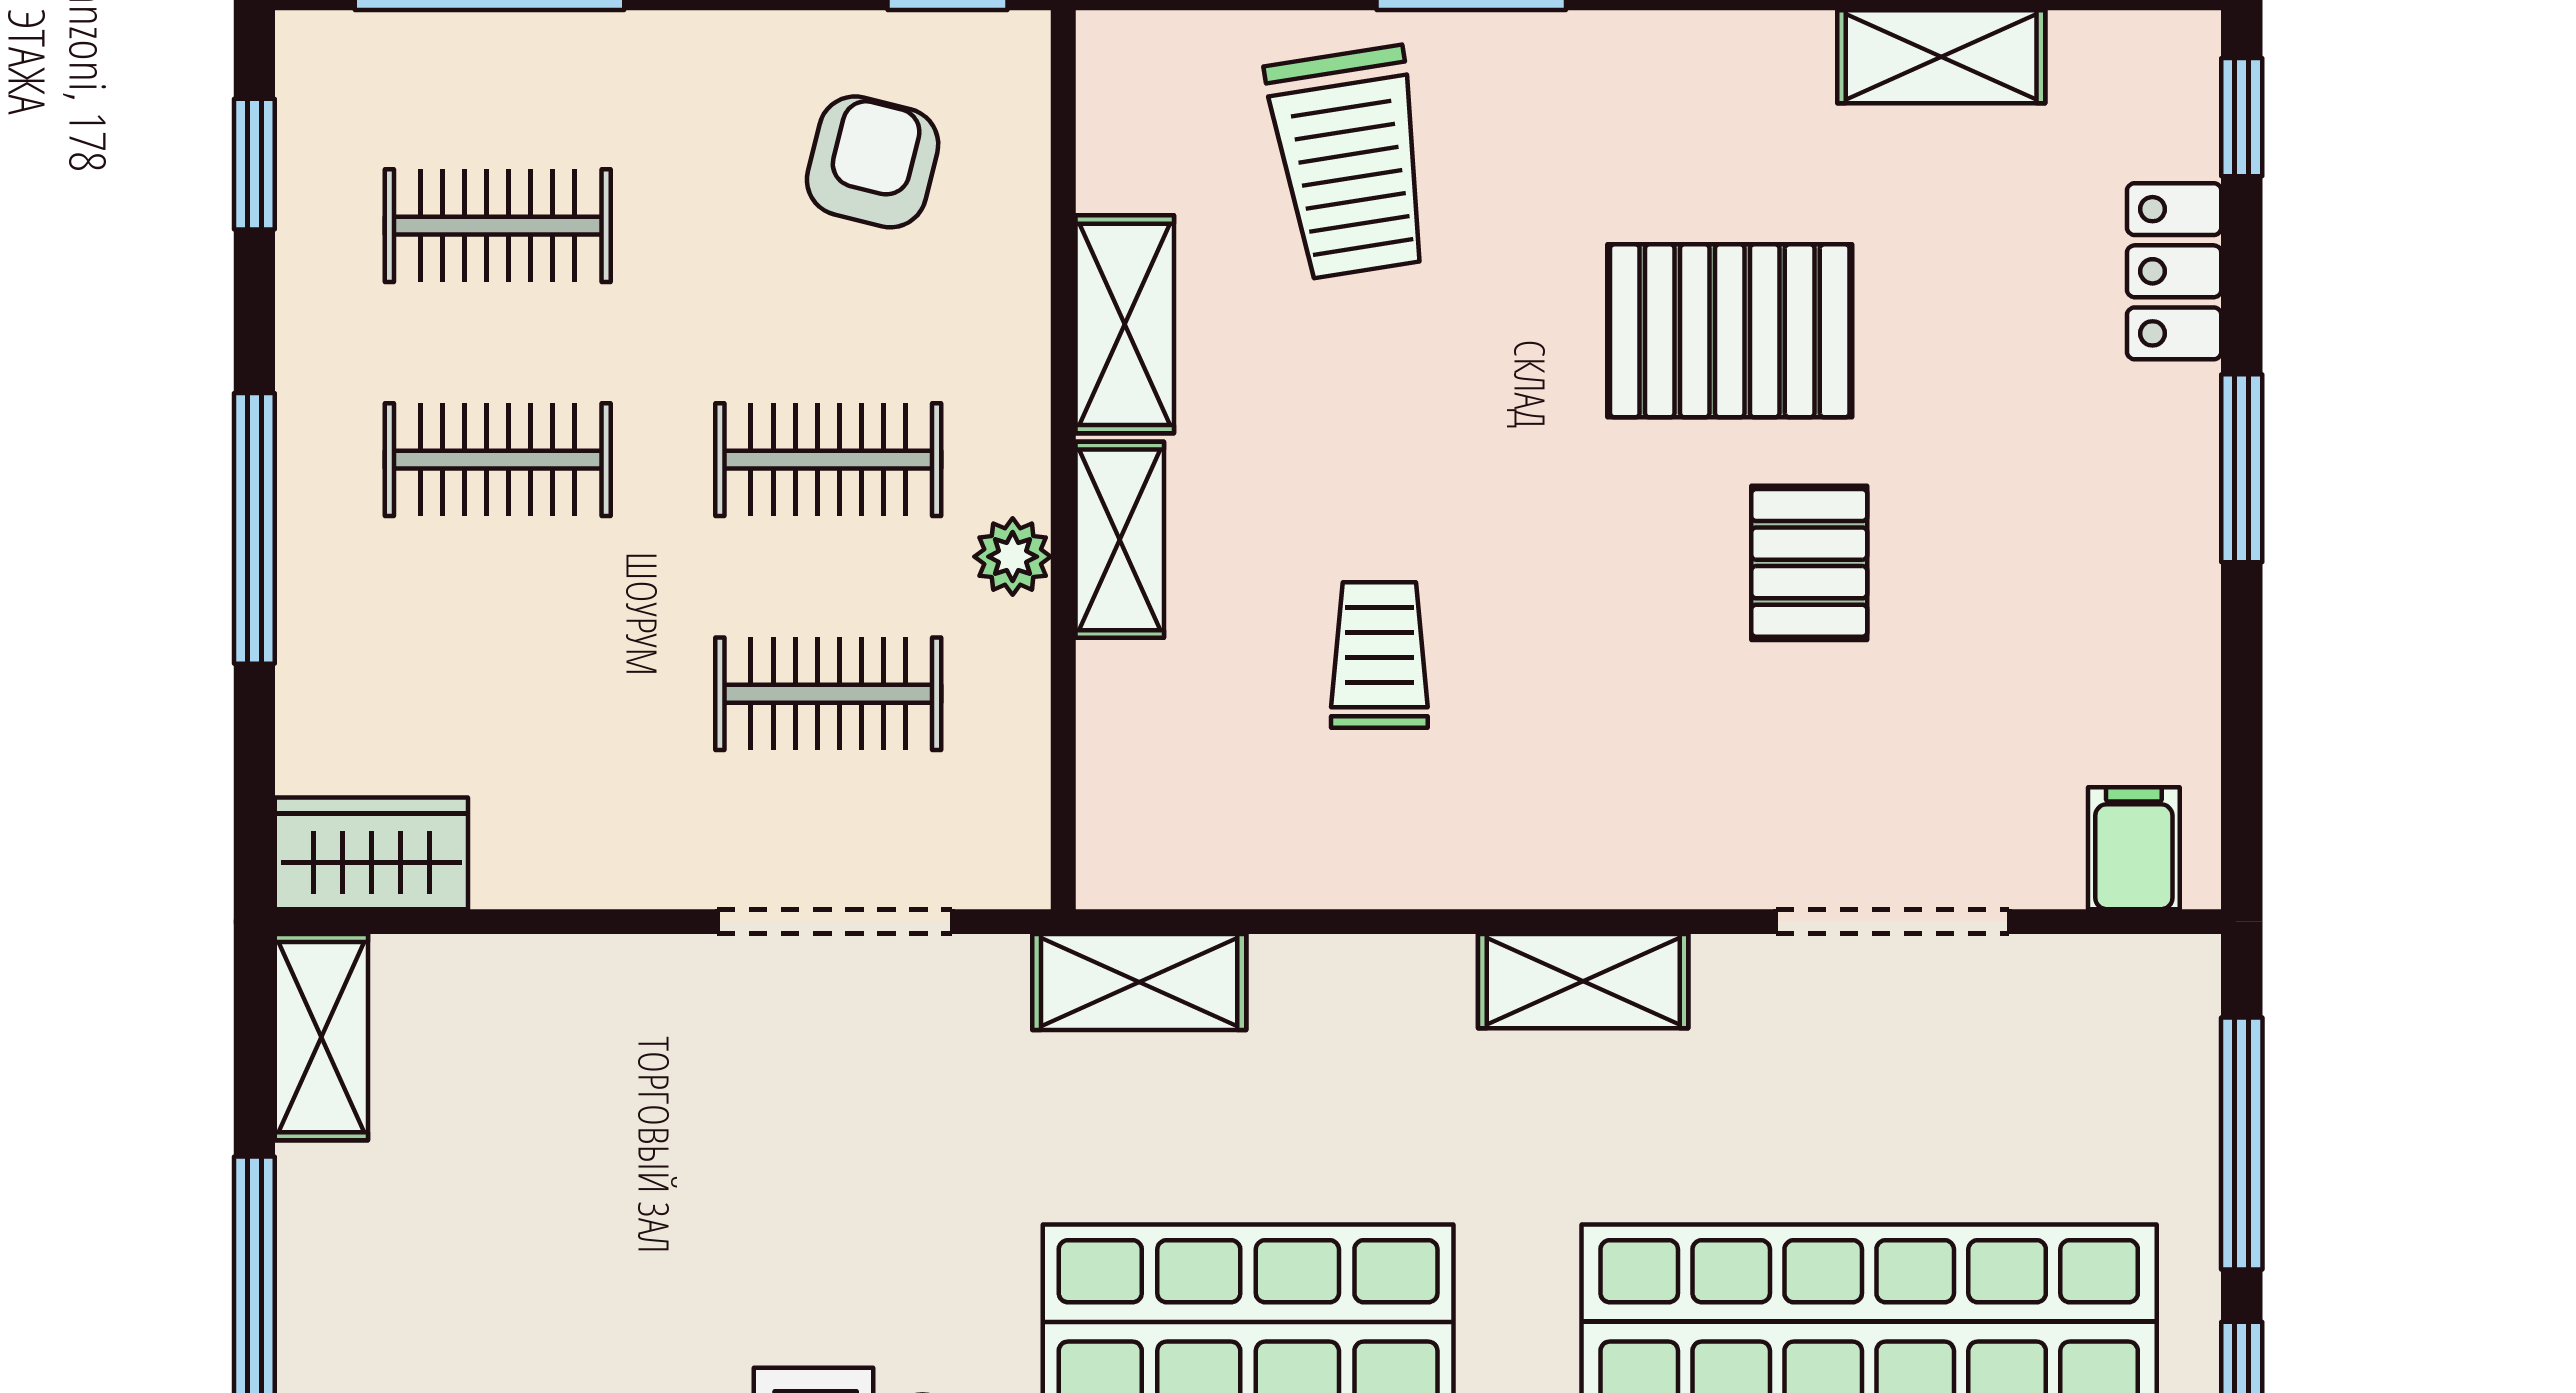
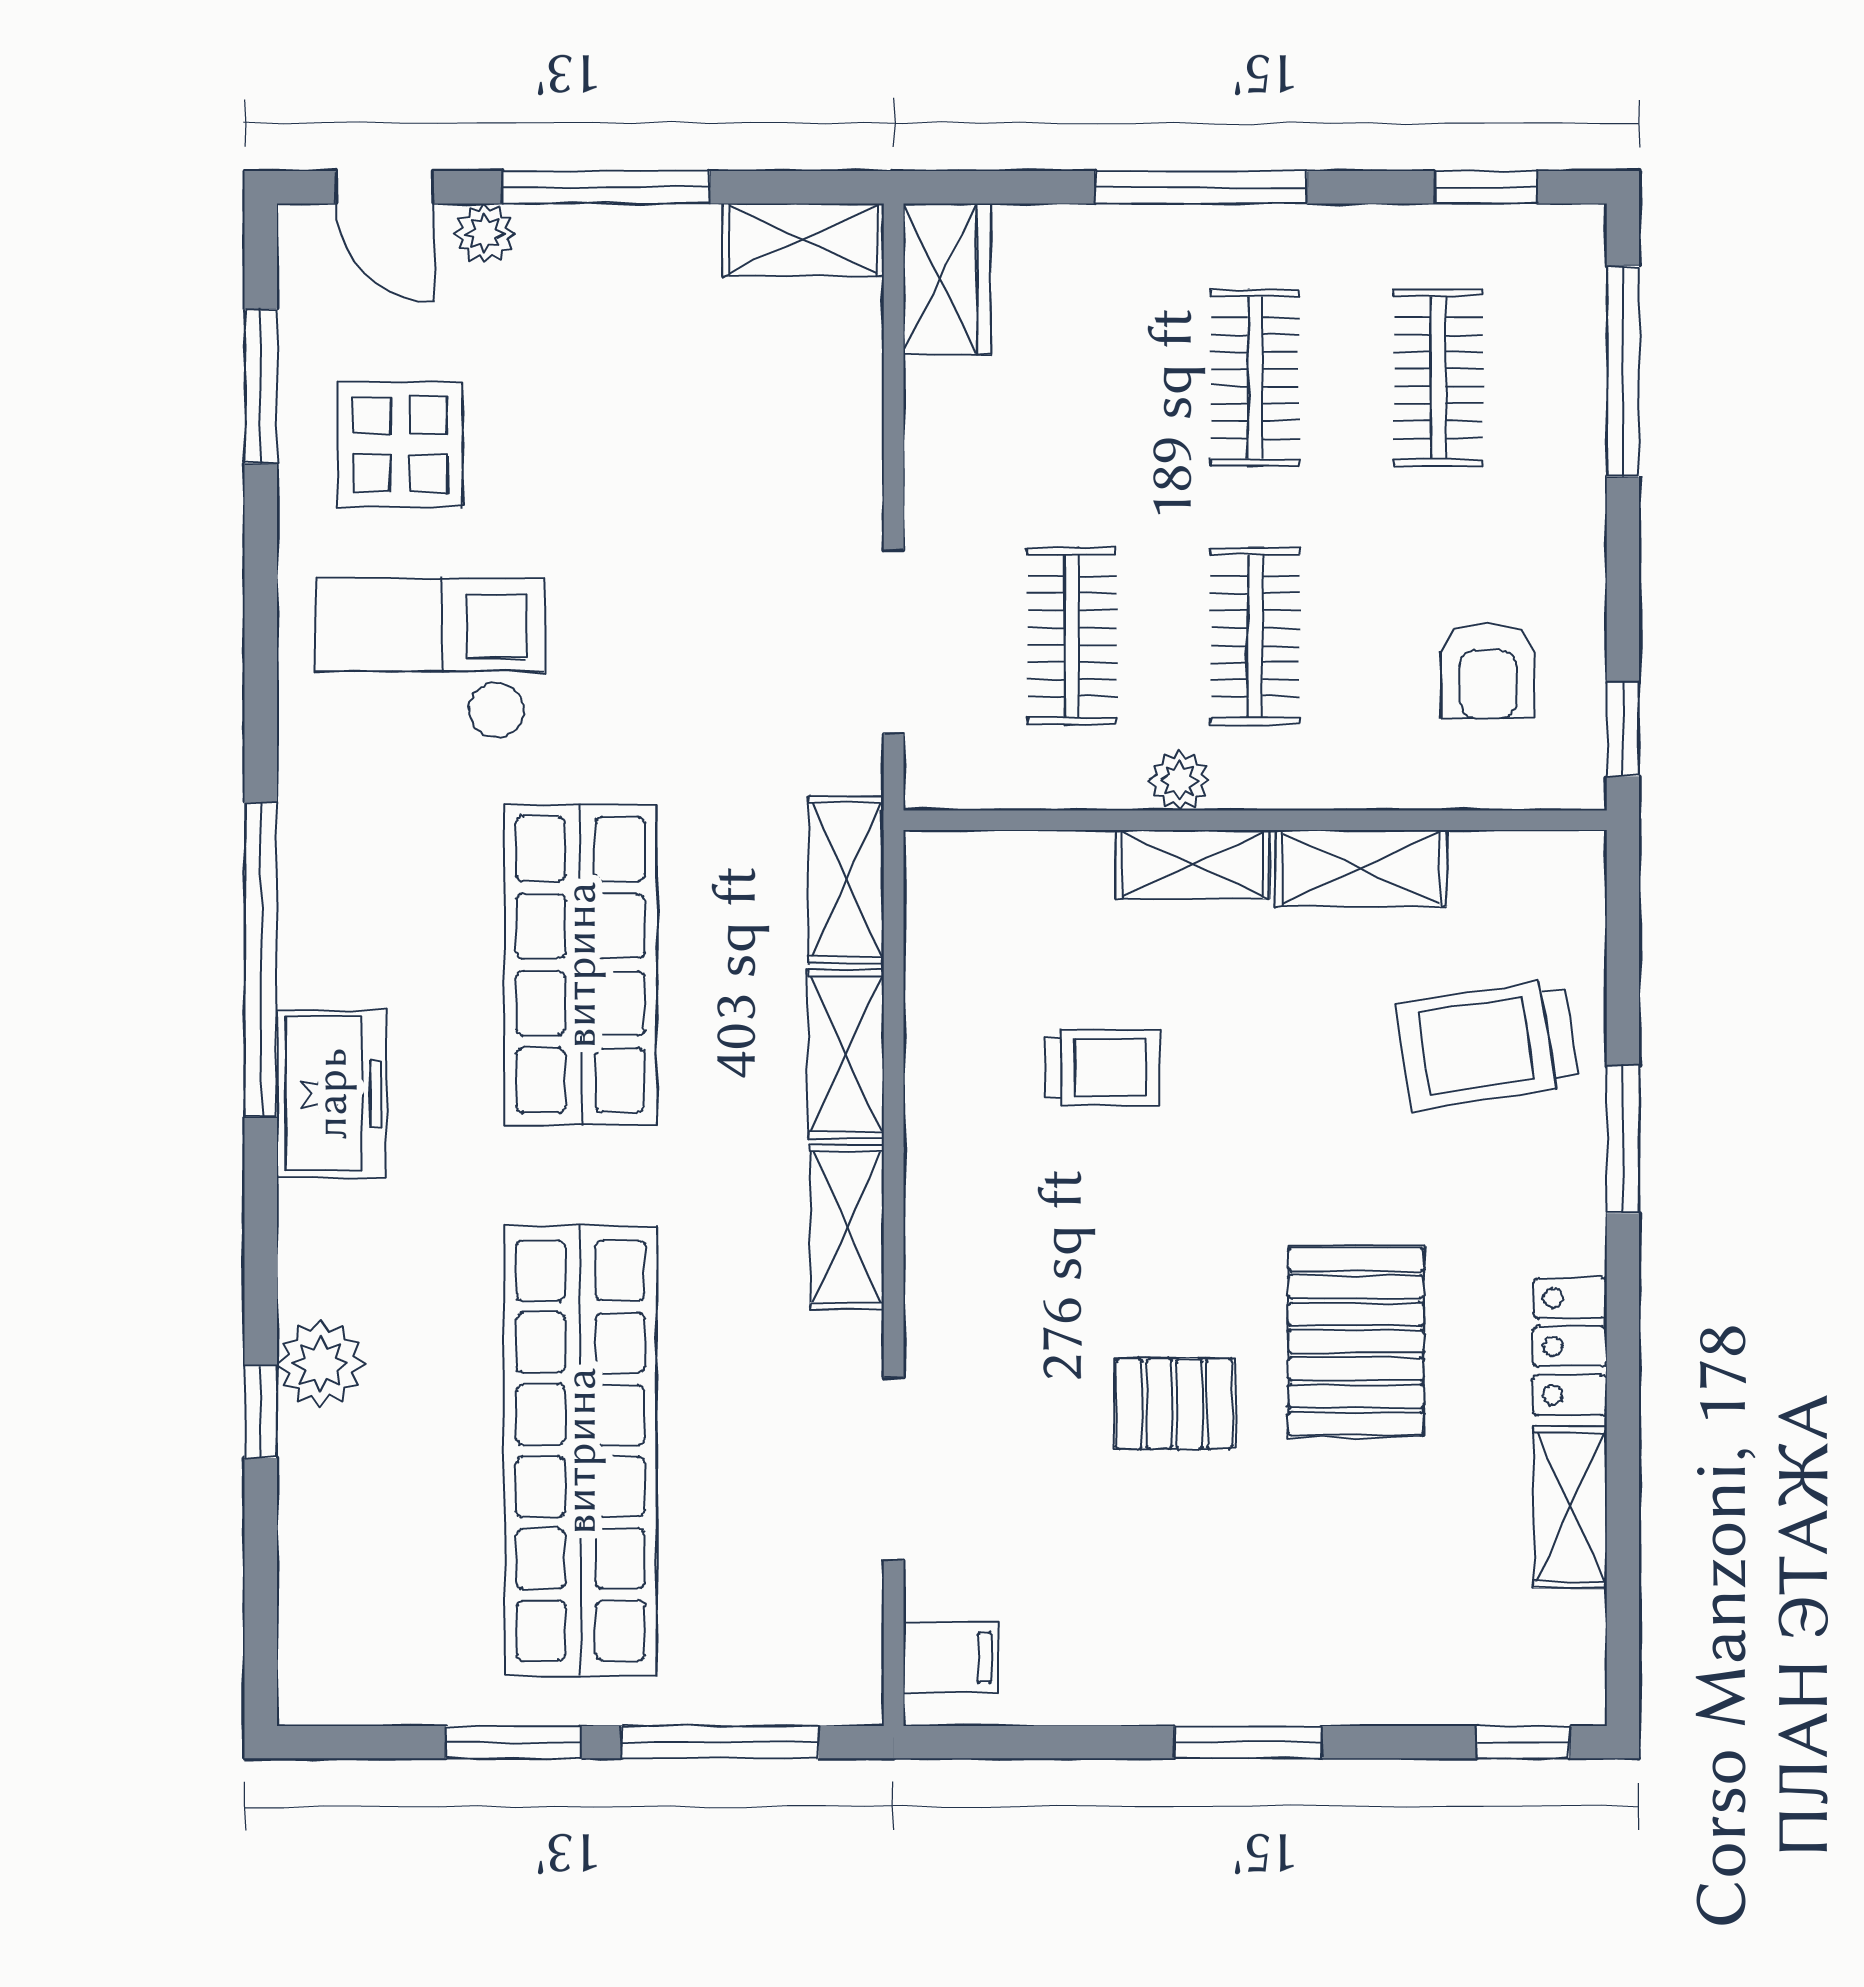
armchair: (873, 162) -> (1488, 671), turned 76
locker: (2174, 271) -> (1570, 1346), moved, turned -90
shelving: (1362, 982) -> (846, 1054), added

